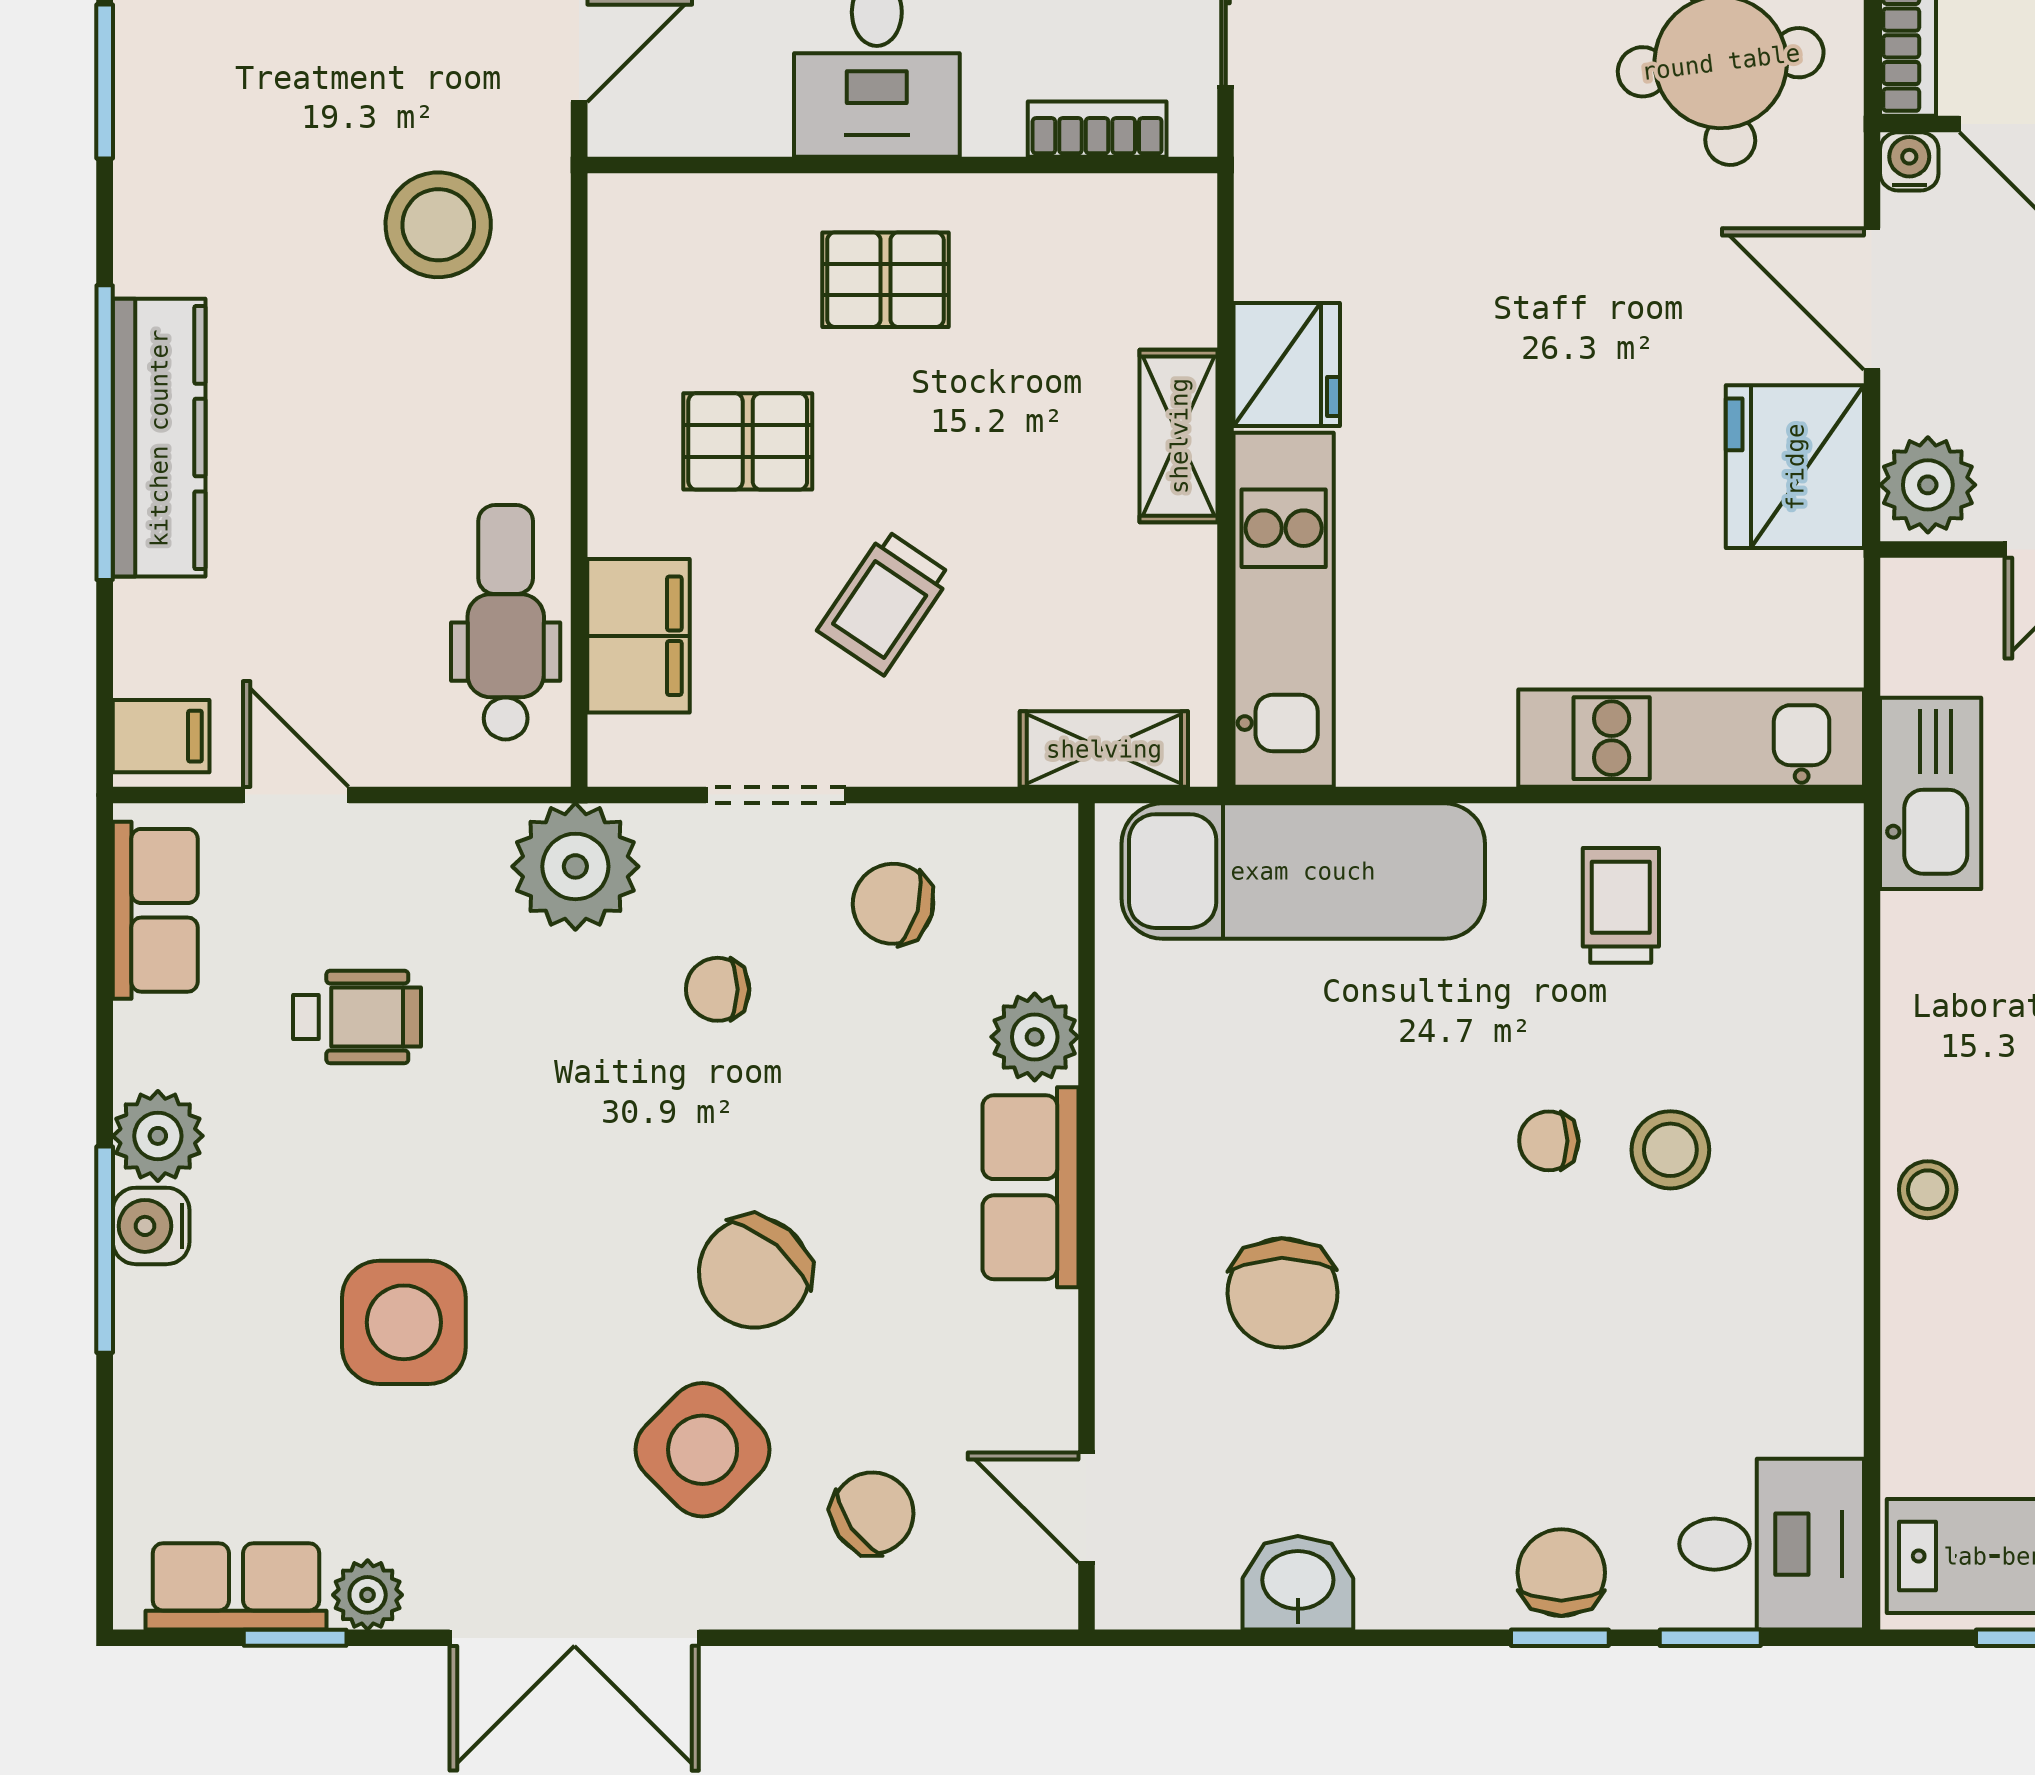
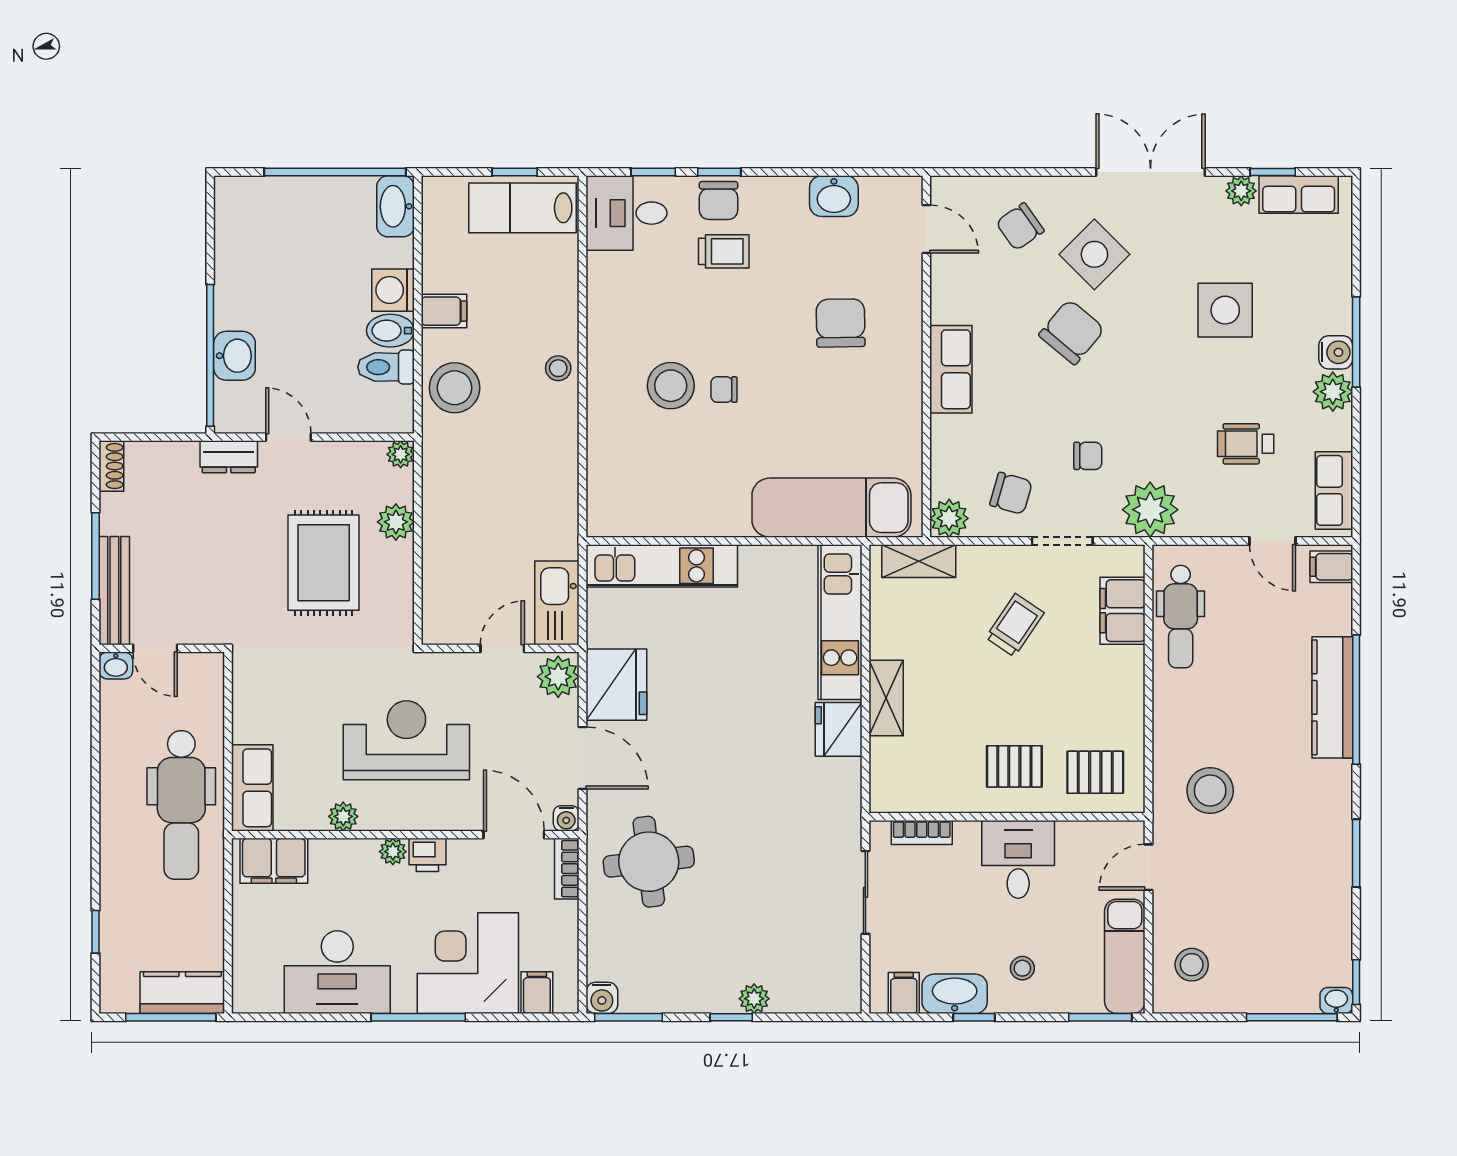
pallet: (748, 441) -> (1095, 772), moved
kitchen sink: (1931, 793) -> (557, 603), moved
trolley: (1621, 905) -> (724, 251), moved, turned -90
plant: (1035, 1037) -> (949, 518), moved
chair: (1549, 1141) -> (724, 390), turned 180
stool: (1670, 1150) -> (671, 386), width x1.38, depth x1.38

